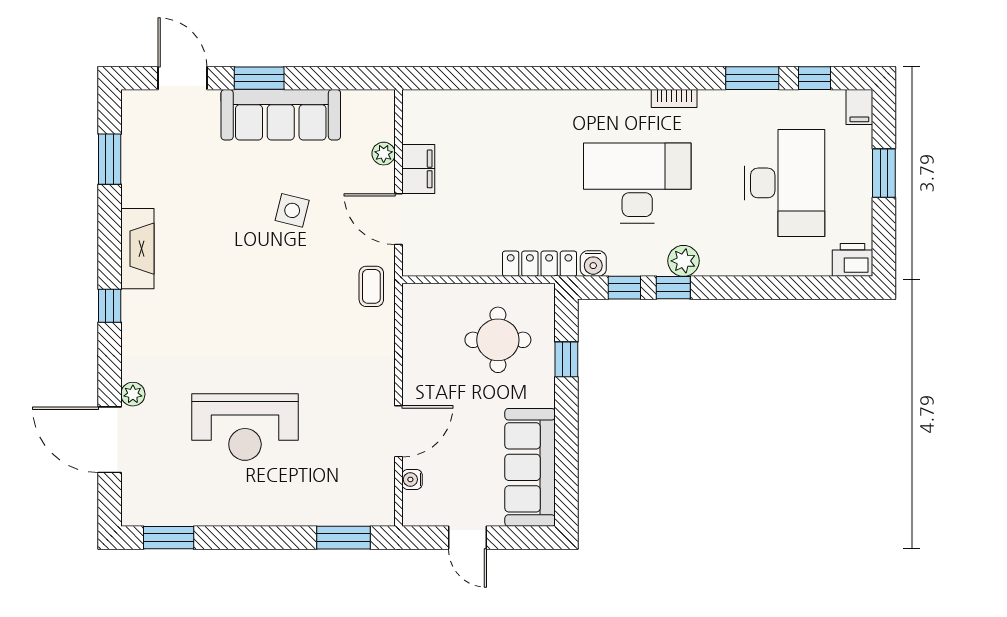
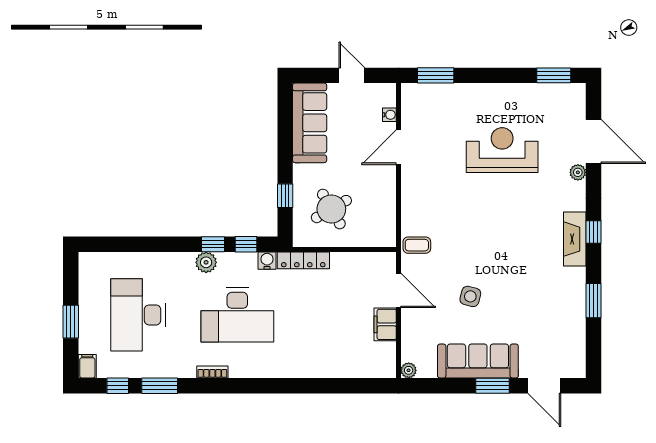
plant: (384, 154) -> (409, 370), moved
window: (110, 159) -> (593, 301), moved
fireplace: (137, 249) -> (575, 239), moved
printer: (853, 260) -> (92, 263), removed
coffee table: (371, 286) -> (417, 245), turned 90
round table: (498, 340) -> (331, 209), turned -30

